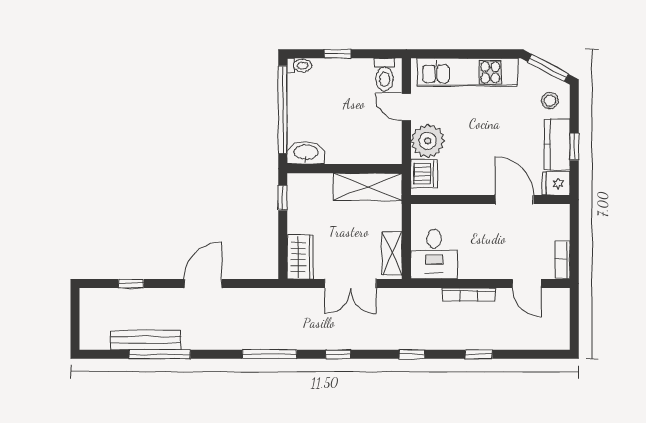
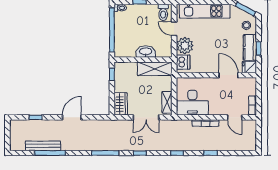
washbasin: (306, 153) -> (146, 52), moved
desk: (434, 254) -> (192, 103), width x1.37

